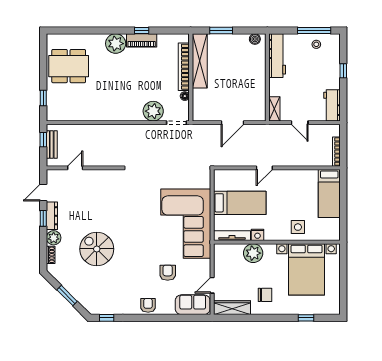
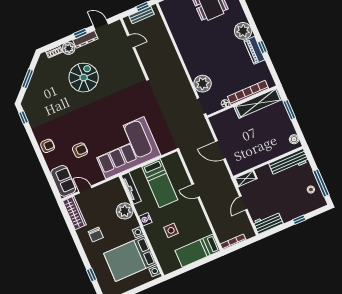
side table: (298, 227) -> (171, 230), moved
nightstand: (257, 235) -> (145, 219), moved
spiral stairs: (97, 249) -> (84, 78), moved

